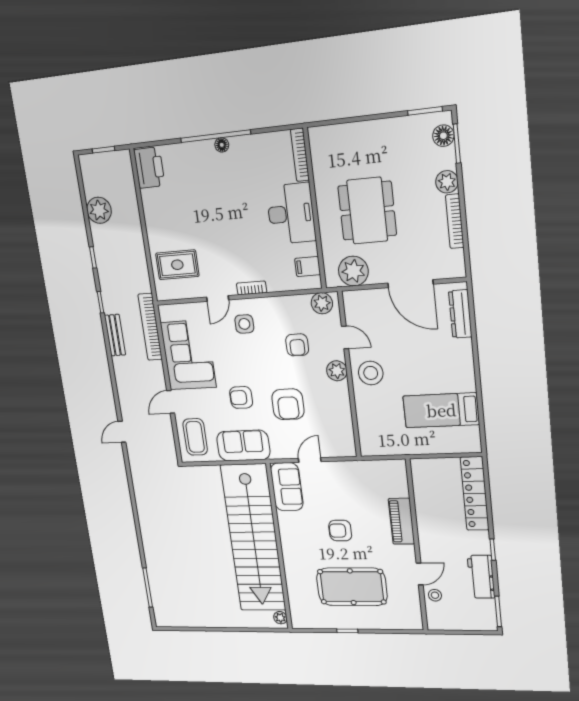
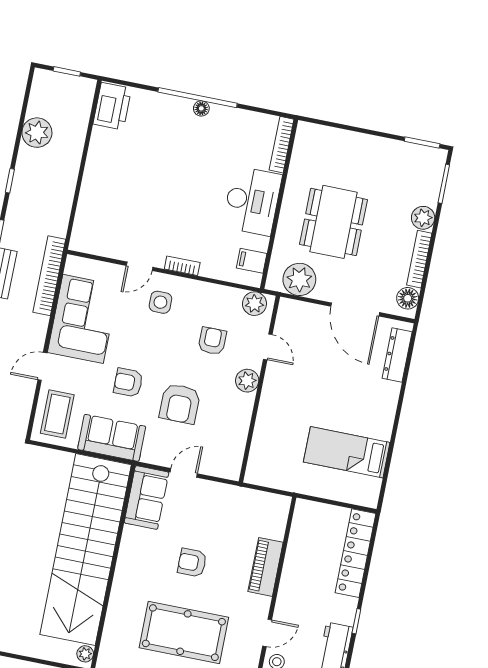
floor lamp: (443, 136) -> (408, 298), moved
rug: (177, 265) -> (106, 217), removed
armchair: (297, 345) -> (212, 341), turned 180
stool: (371, 373) -> (283, 393), removed

